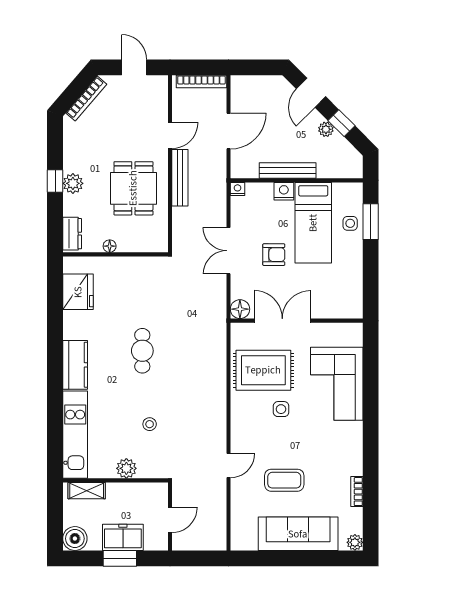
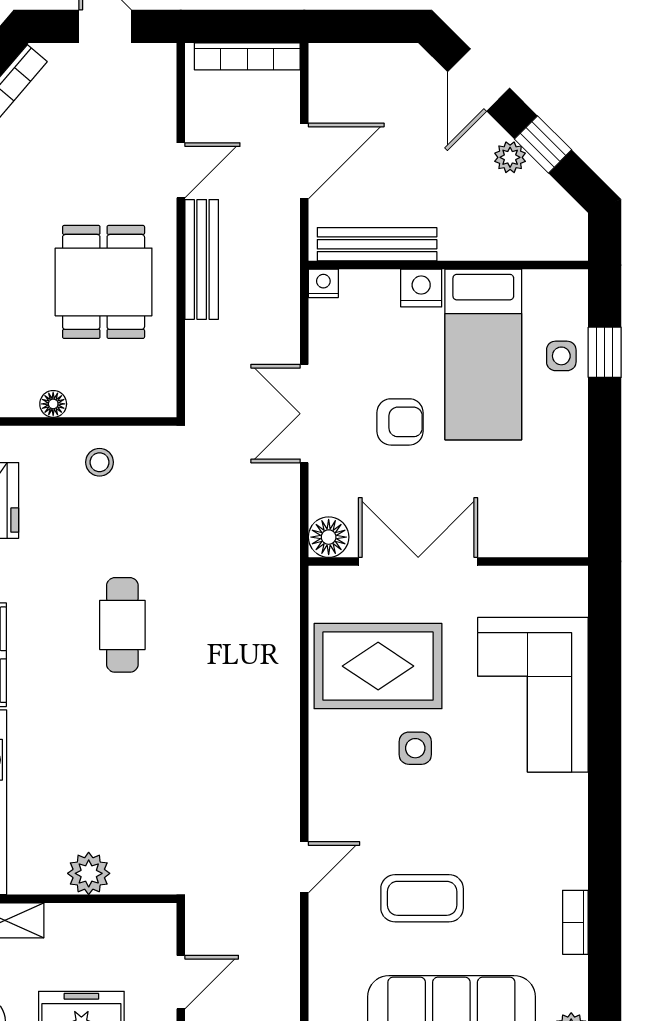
bench: (288, 170) -> (377, 244), moved
window: (371, 222) -> (605, 352), width x0.67
stool: (150, 424) -> (100, 462), moved

